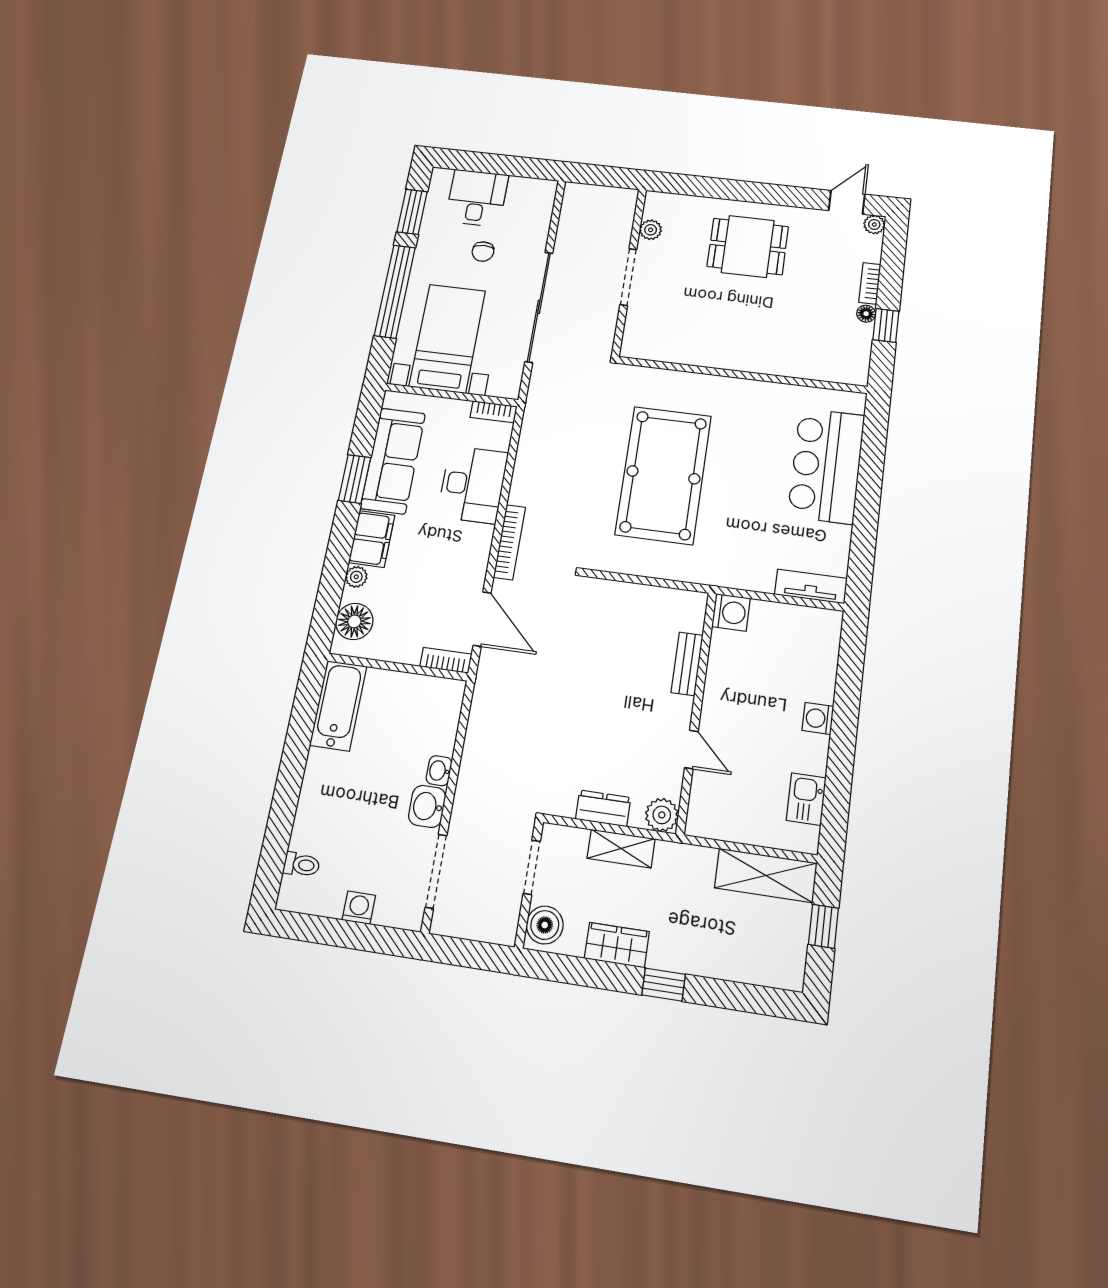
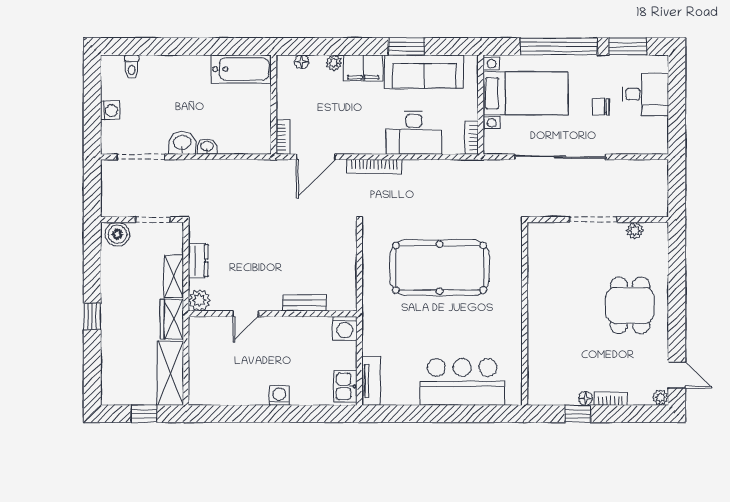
floor lamp: (354, 621) -> (302, 62), width x0.53, depth x0.53
kitchen sink: (806, 799) -> (345, 386), moved, turned -90
wardrobe: (617, 945) -> (172, 319), moved, turned 180

